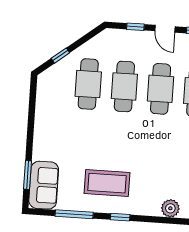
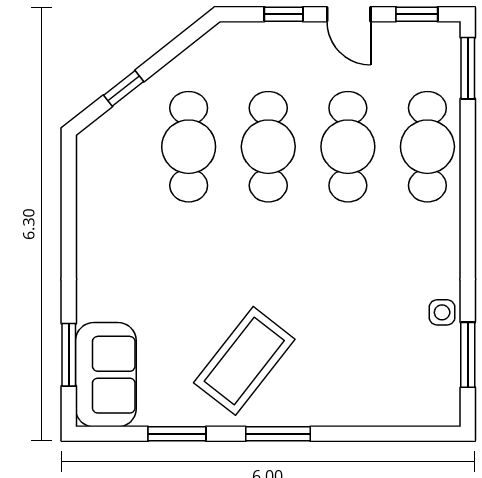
coffee table: (107, 183) -> (244, 361), turned -52
plant: (170, 208) -> (387, 407), removed
window: (74, 214) -> (177, 434), width x0.69
window: (120, 217) -> (278, 434), width x1.50

